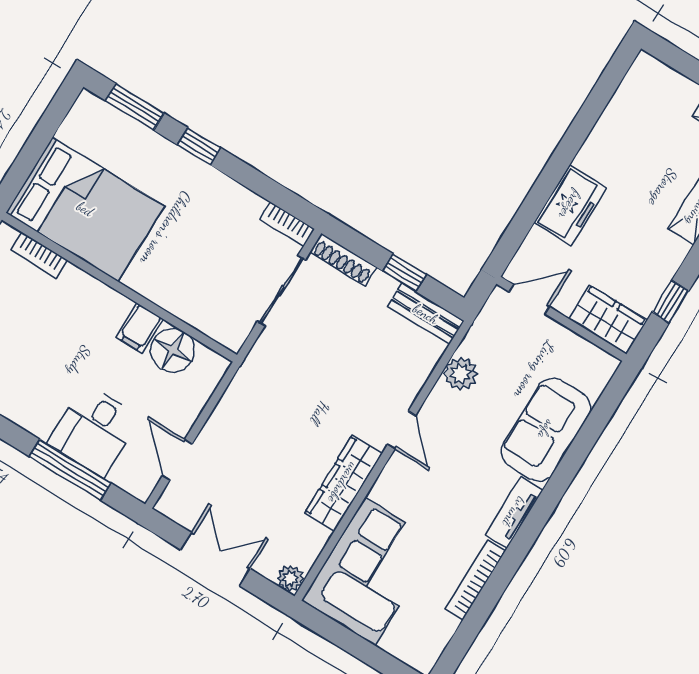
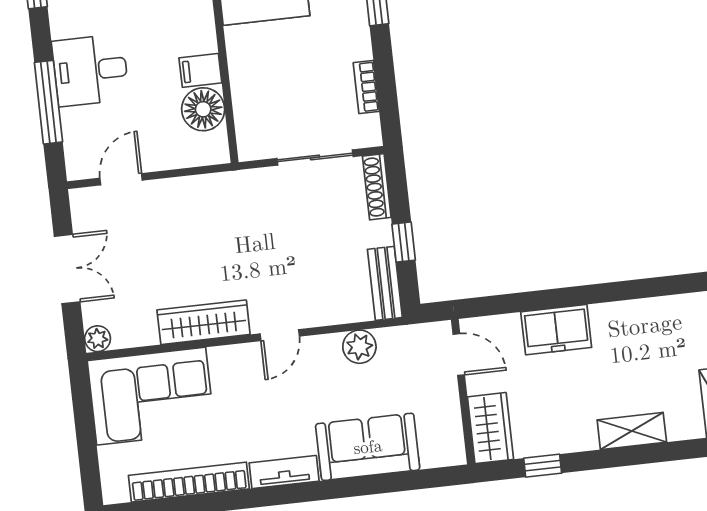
bookcase: (287, 224) -> (366, 87), moved
desk: (94, 430) -> (90, 70), moved
bookcase: (475, 580) -> (189, 482), width x1.48, depth x1.31

